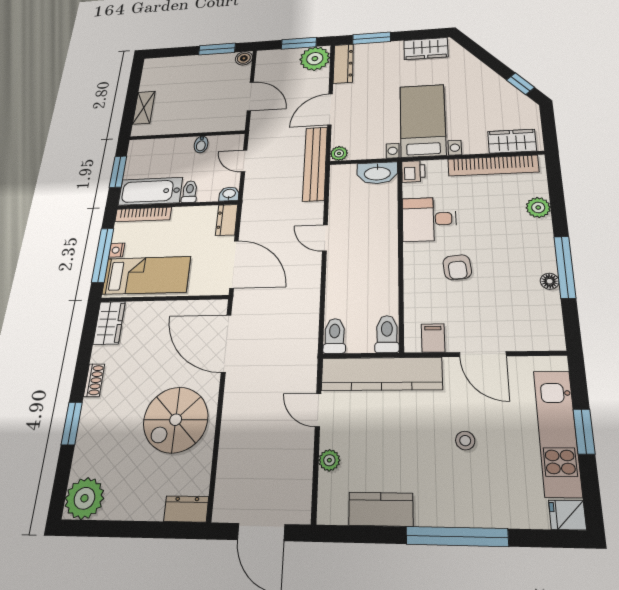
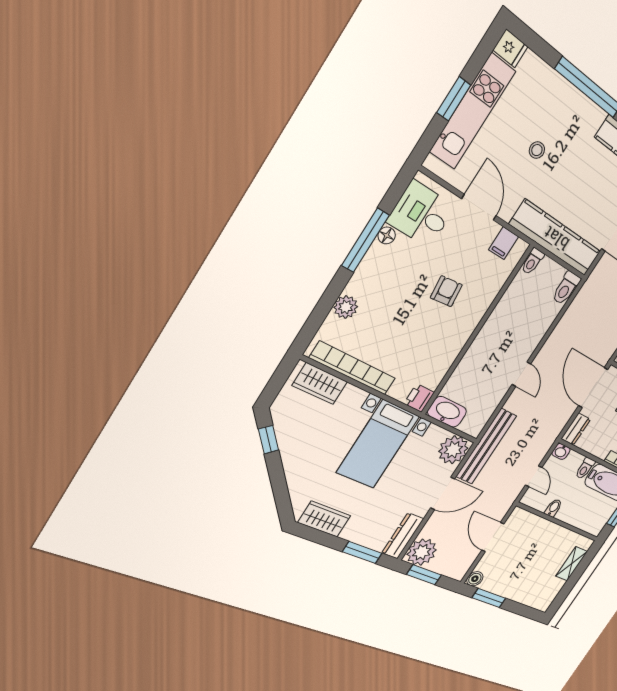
plant: (339, 153) -> (453, 450), width x1.87, depth x1.87
desk: (429, 219) -> (421, 214), moved, turned 180
toilet: (387, 334) -> (532, 261), width x0.73, depth x0.72

